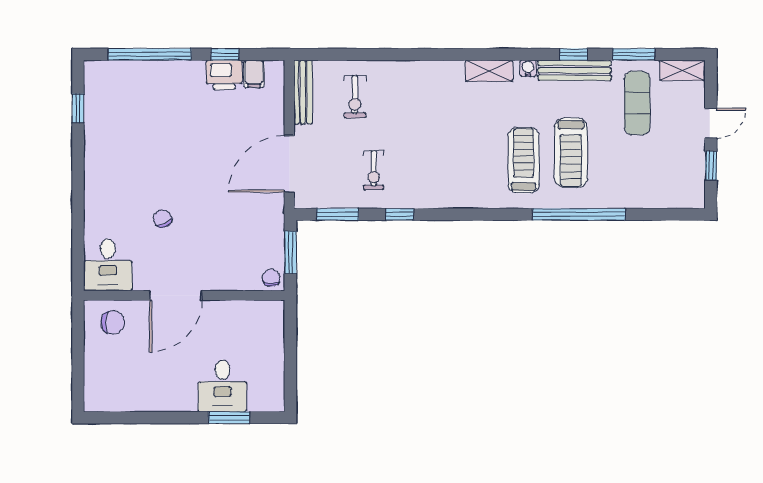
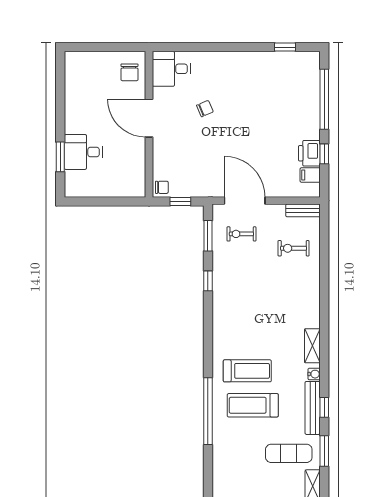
bench: (303, 92) -> (303, 210), width x0.73
exercise bike: (374, 170) -> (241, 234), moved
window: (290, 252) -> (180, 201), width x0.67

